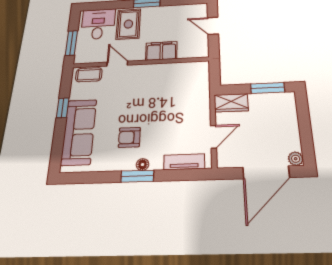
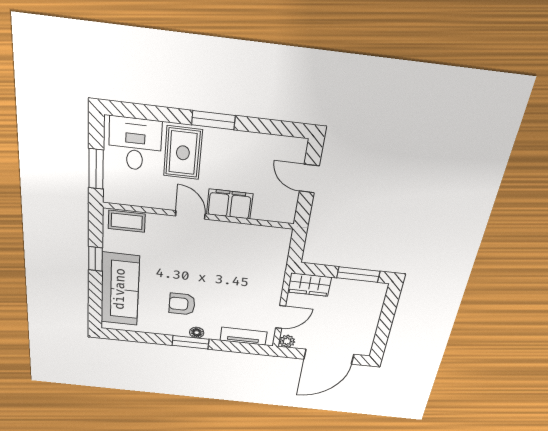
door: (117, 64) -> (190, 215), moved
plant: (296, 159) -> (287, 341), moved

